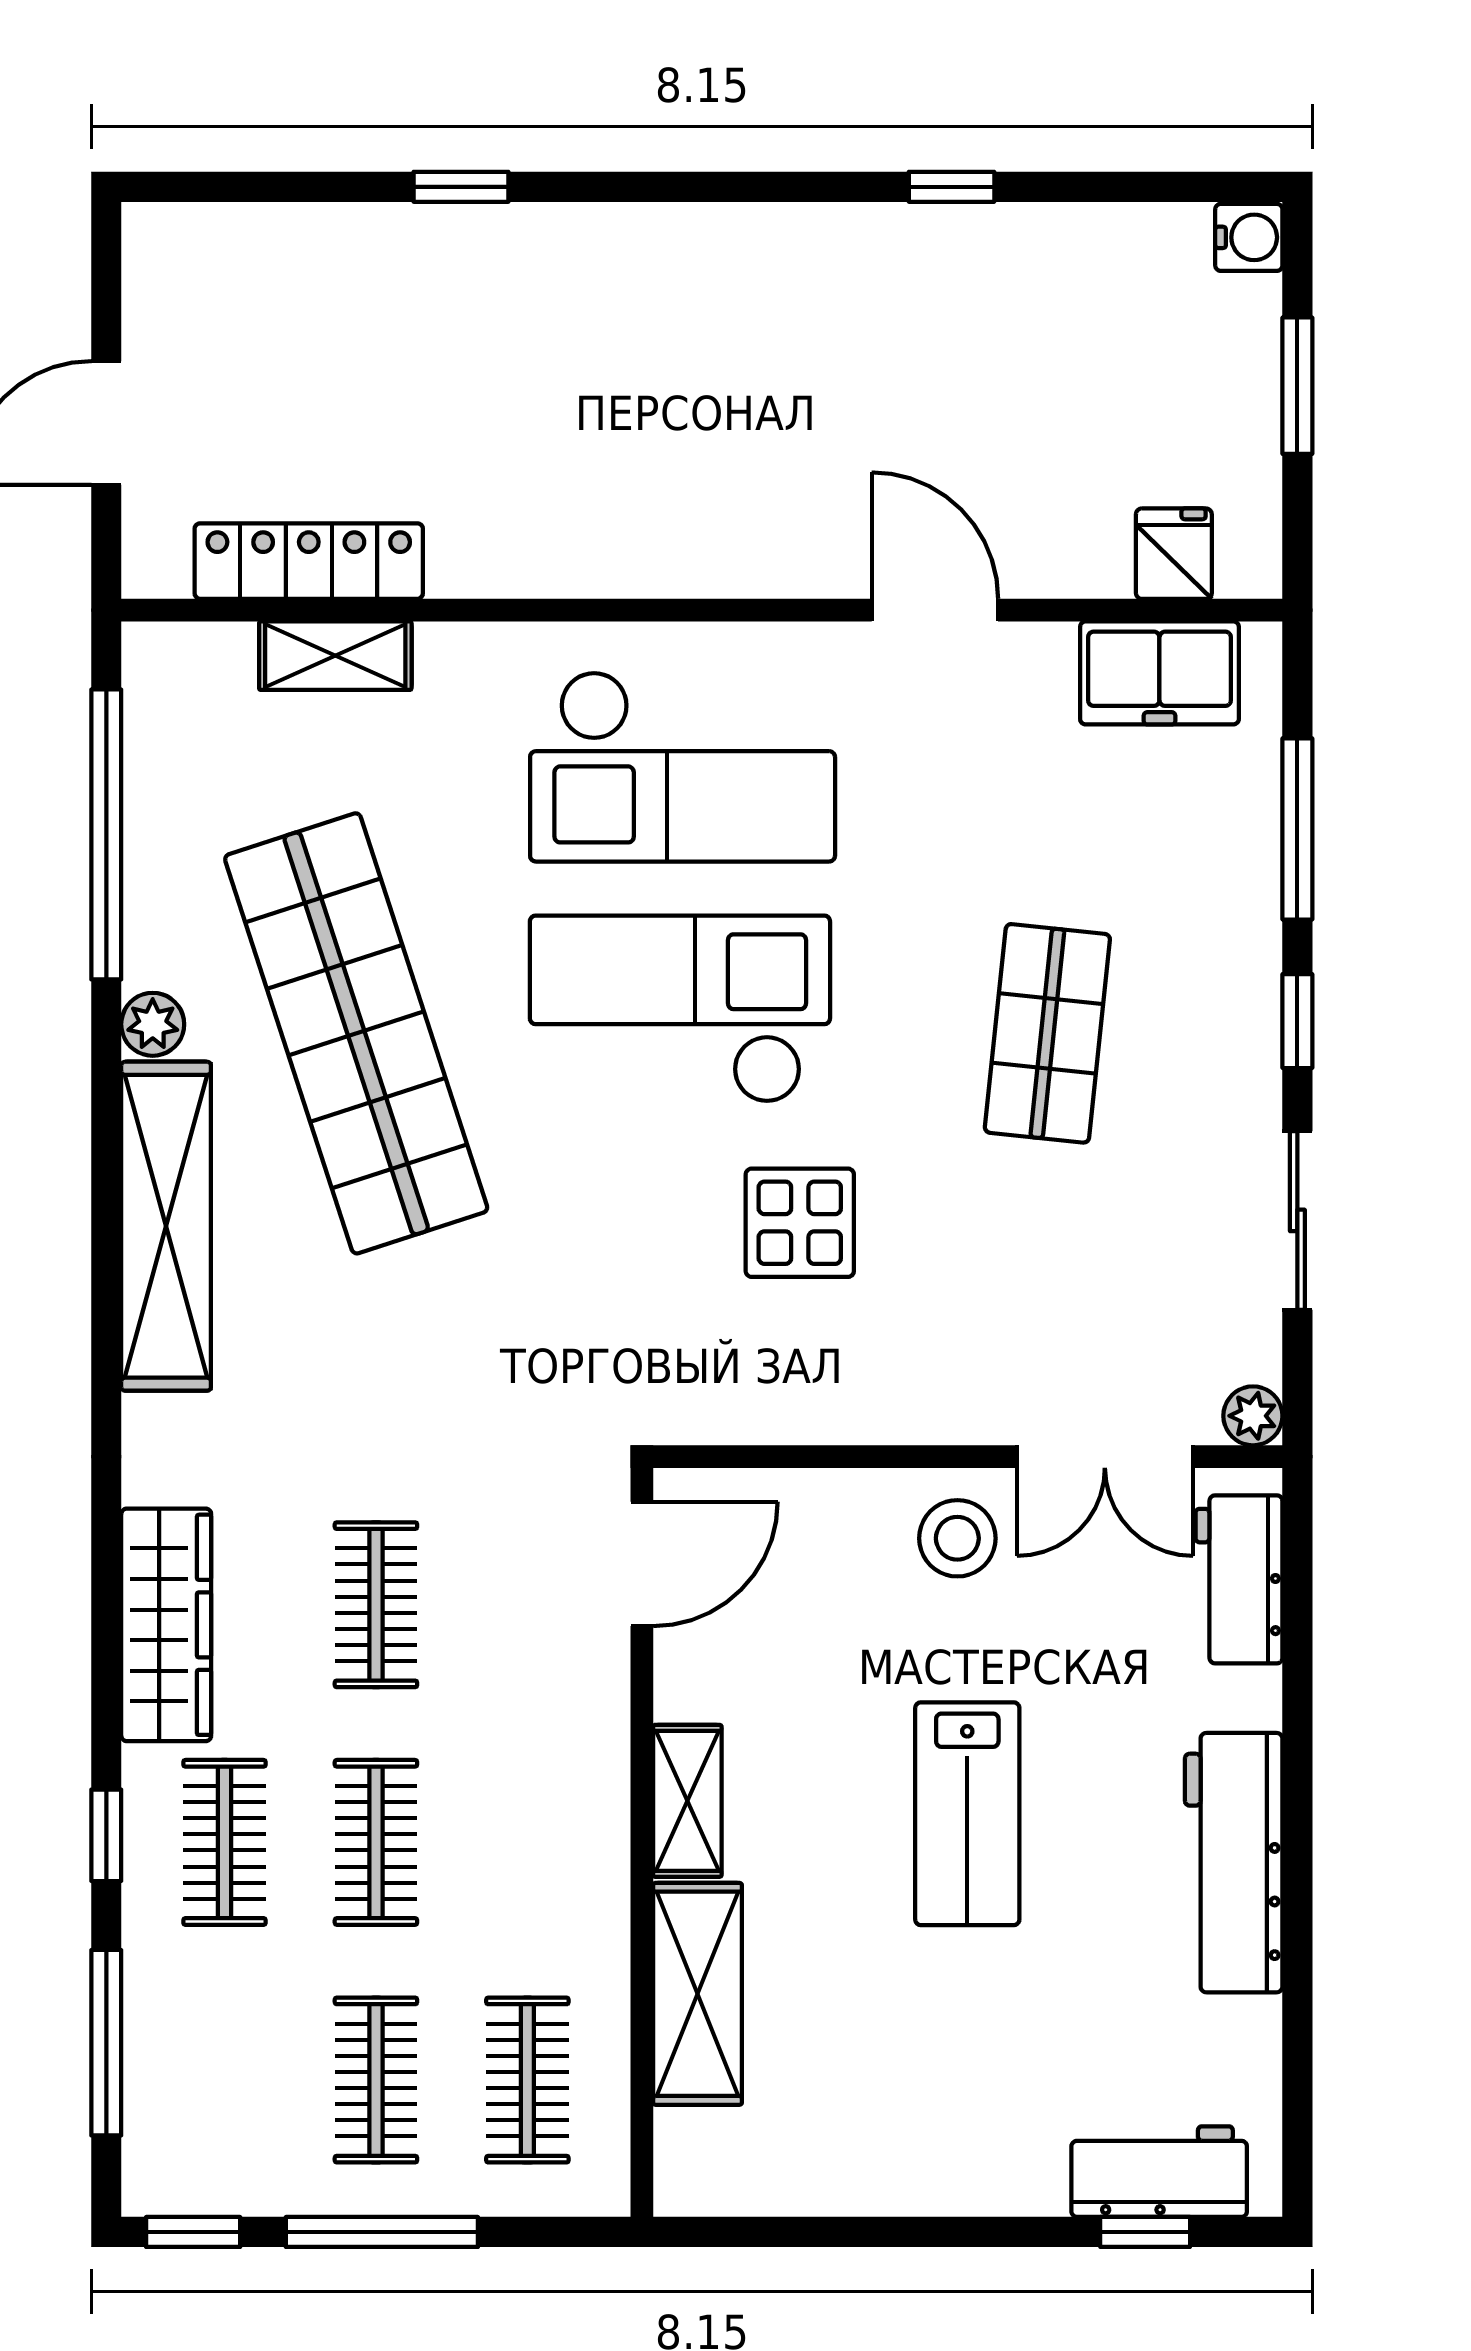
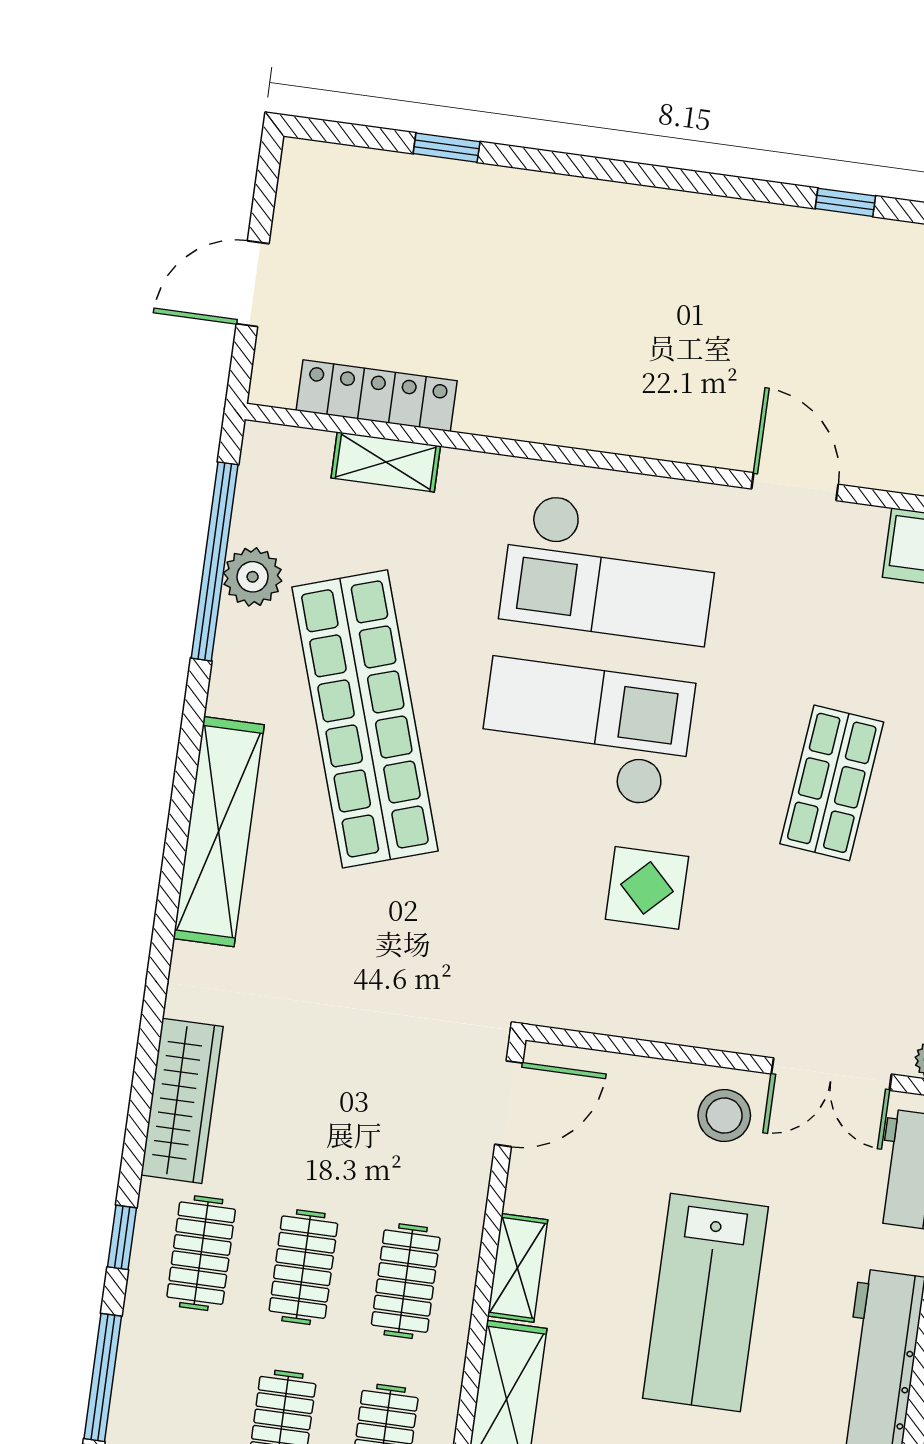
window: (461, 187) -> (447, 148), moved
plant: (153, 1024) -> (253, 577), moved, width x1.38, depth x1.38
clothes rail: (376, 1605) -> (406, 1281), moved
lab bench: (967, 1814) -> (705, 1302), width x1.36, depth x1.39

